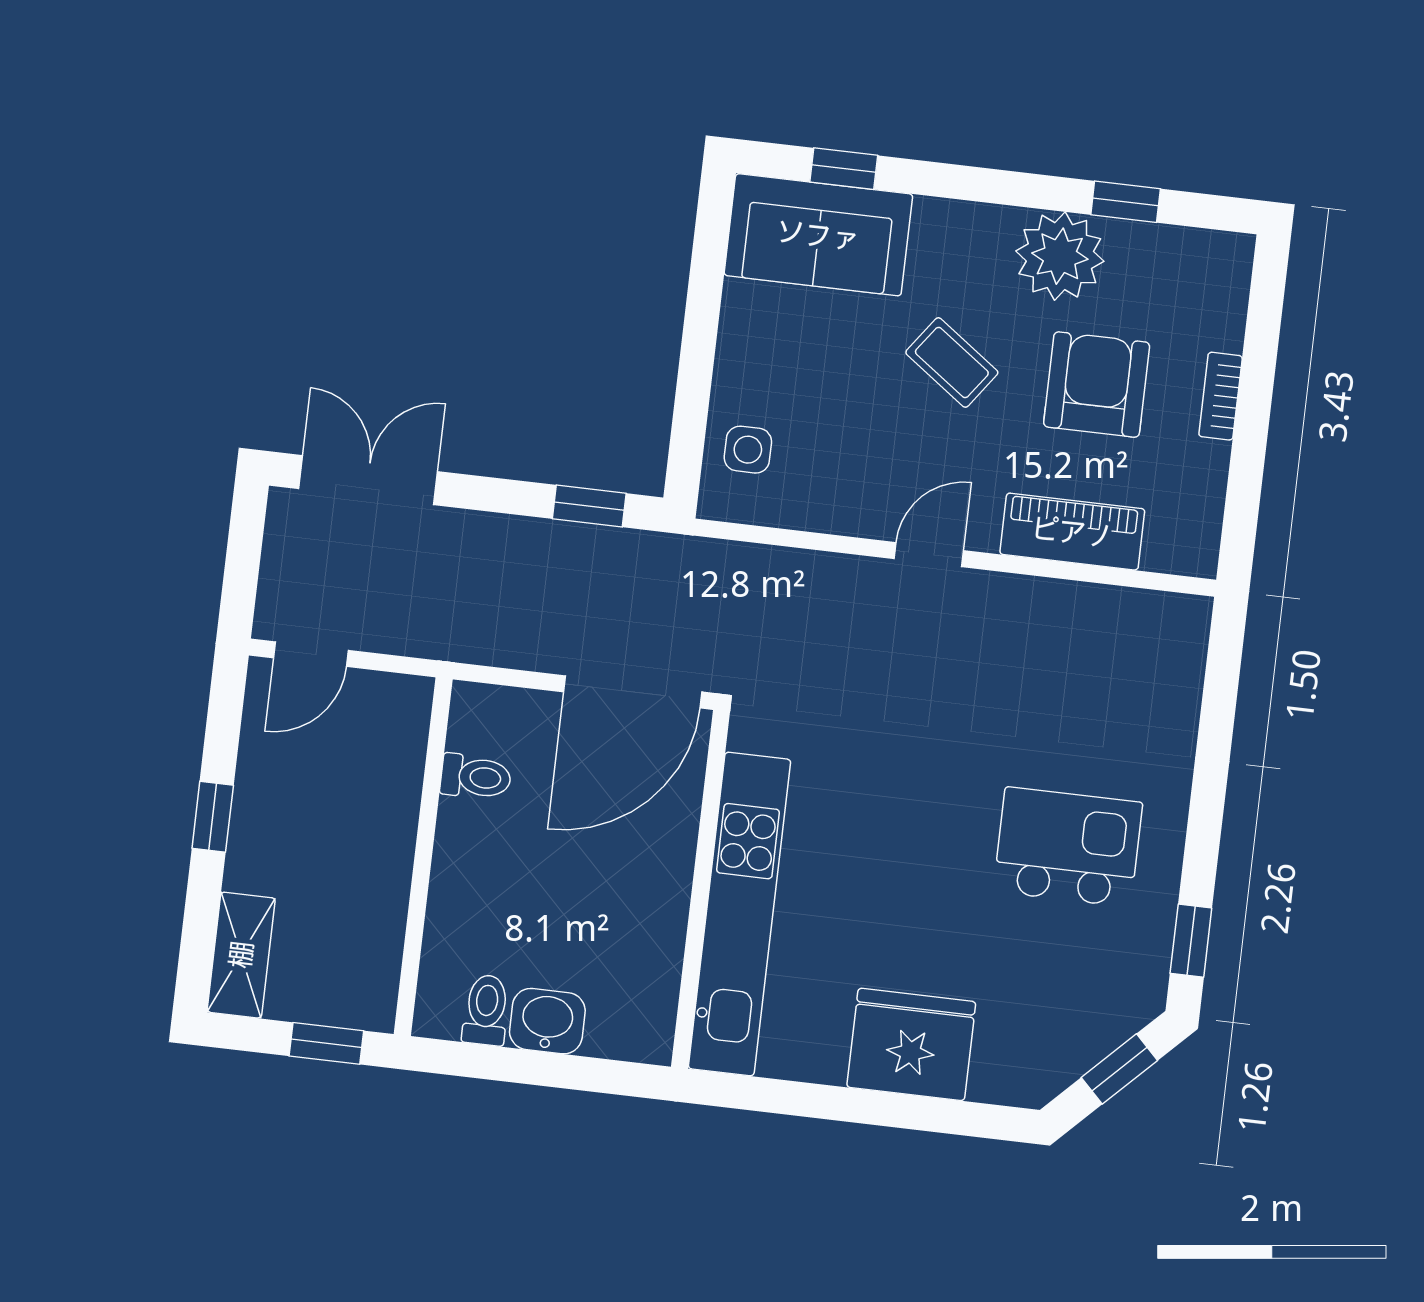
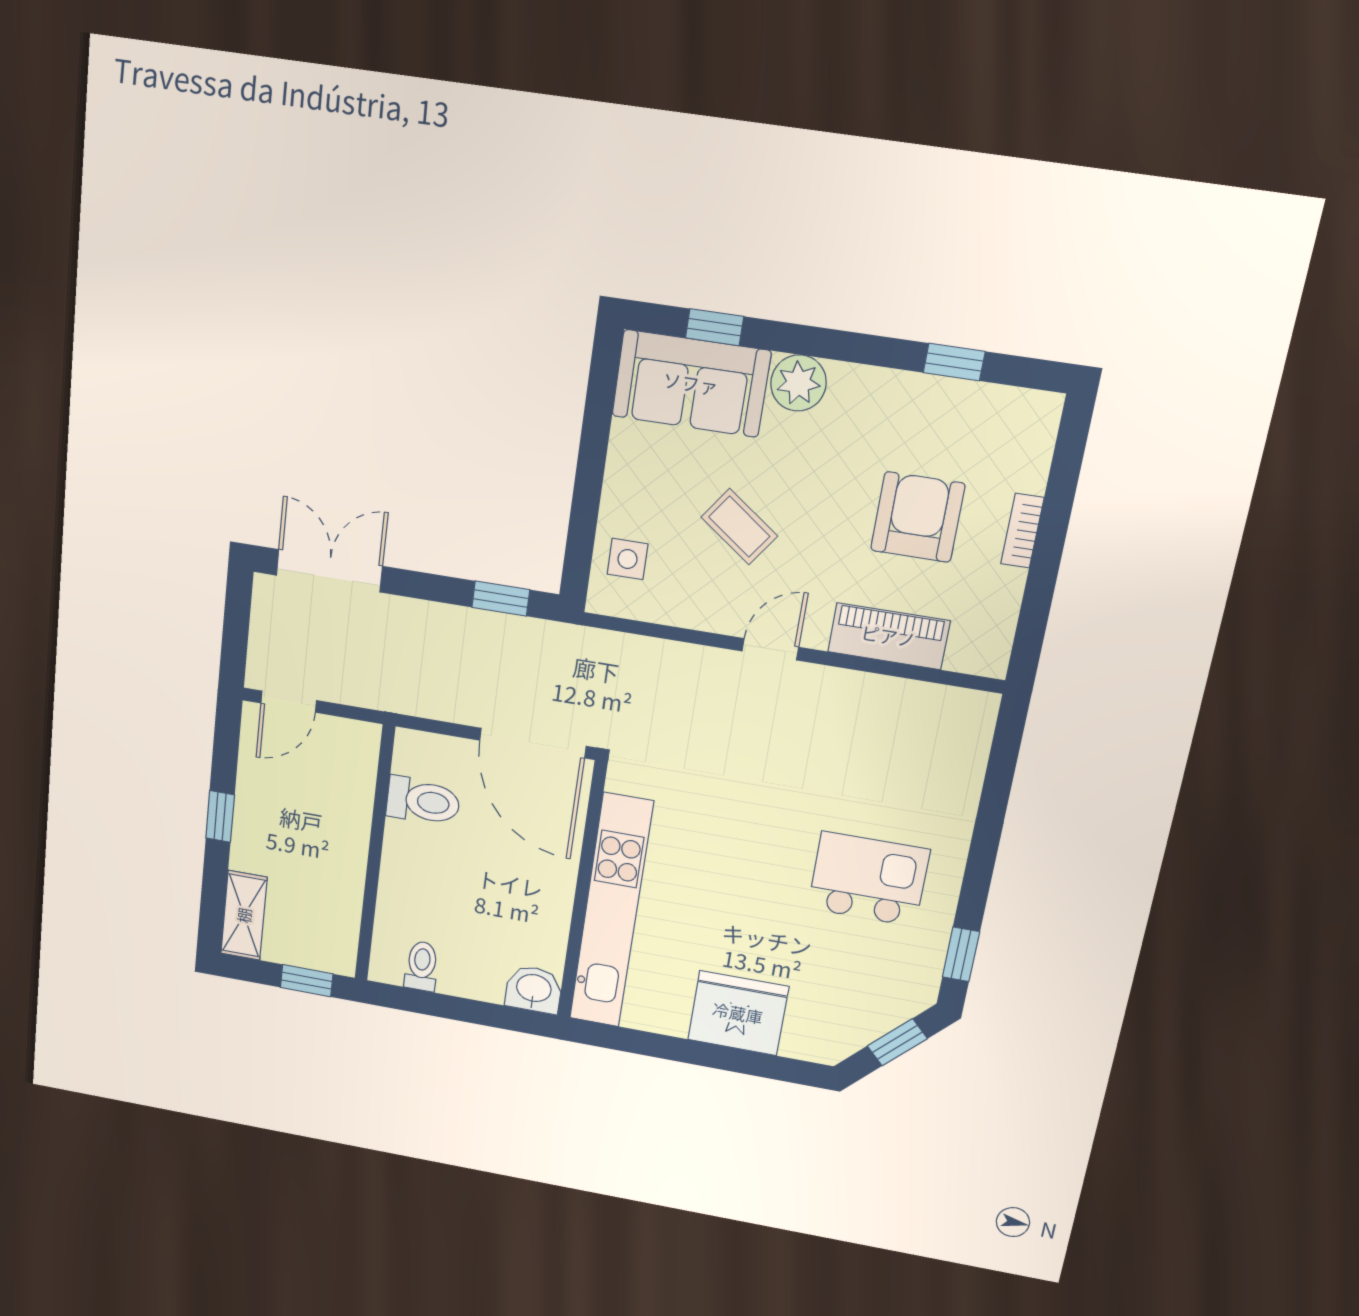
plant: (1060, 256) -> (798, 383), moved, width x0.73, depth x0.73
coffee table: (952, 362) -> (739, 527), moved
door: (633, 692) -> (533, 743), hinge flipped
toilet: (476, 777) -> (423, 801), width x1.37, depth x1.39
washbasin: (547, 1021) -> (534, 989), moved

